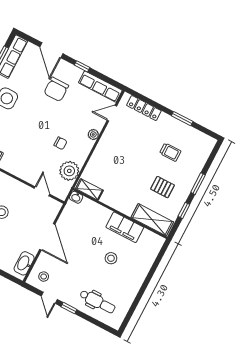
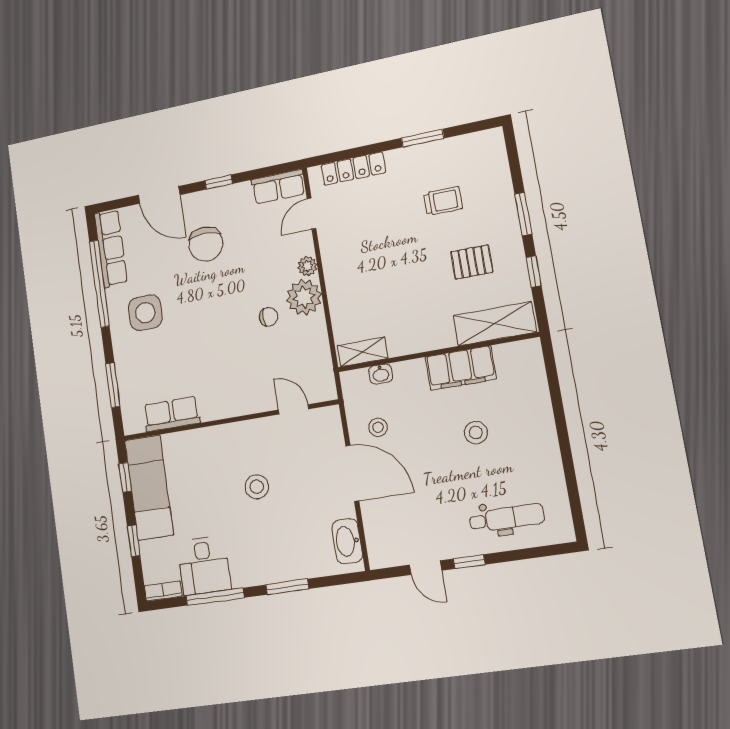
row of seats: (100, 87) -> (278, 187), width x0.68
plant: (69, 171) -> (304, 297), moved
washbasin: (76, 197) -> (381, 374), moved
stool: (44, 277) -> (378, 427), moved

